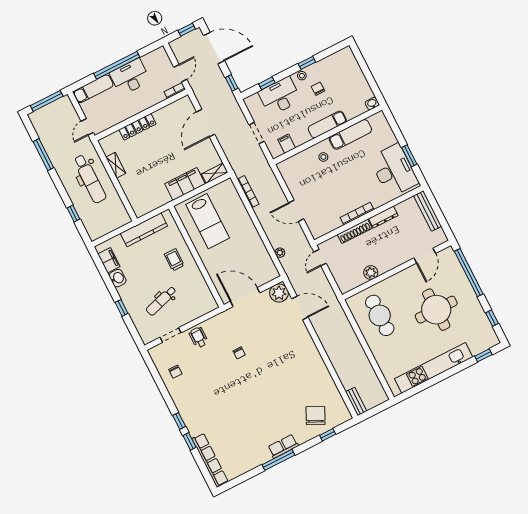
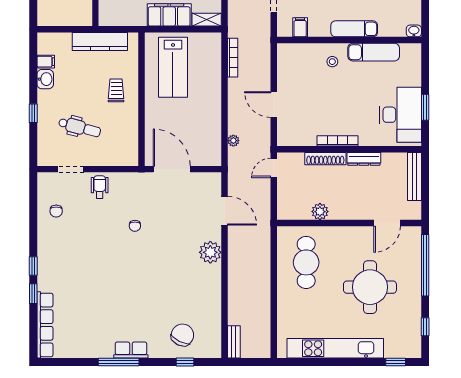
filing cabinet: (109, 260) -> (46, 62), width x0.50
plant: (279, 293) -> (210, 252), moved
dental chair: (161, 301) -> (80, 127), turned -148

